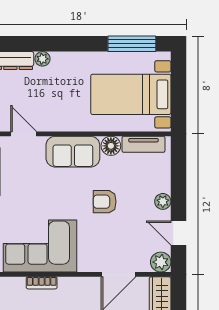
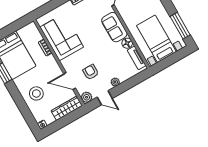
armchair: (105, 202) -> (91, 72), moved
door: (178, 233) -> (105, 98), swing flipped

